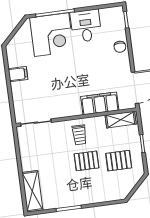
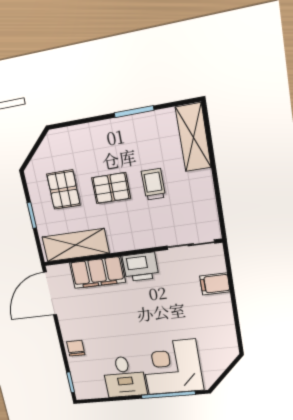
filing cabinet: (18, 74) -> (215, 284), moved
printer: (70, 107) -> (141, 267), added
shelving: (121, 120) -> (75, 245), width x1.50, depth x1.33
trolley: (79, 135) -> (153, 184), moved
pallet: (119, 161) -> (63, 190), turned 90

